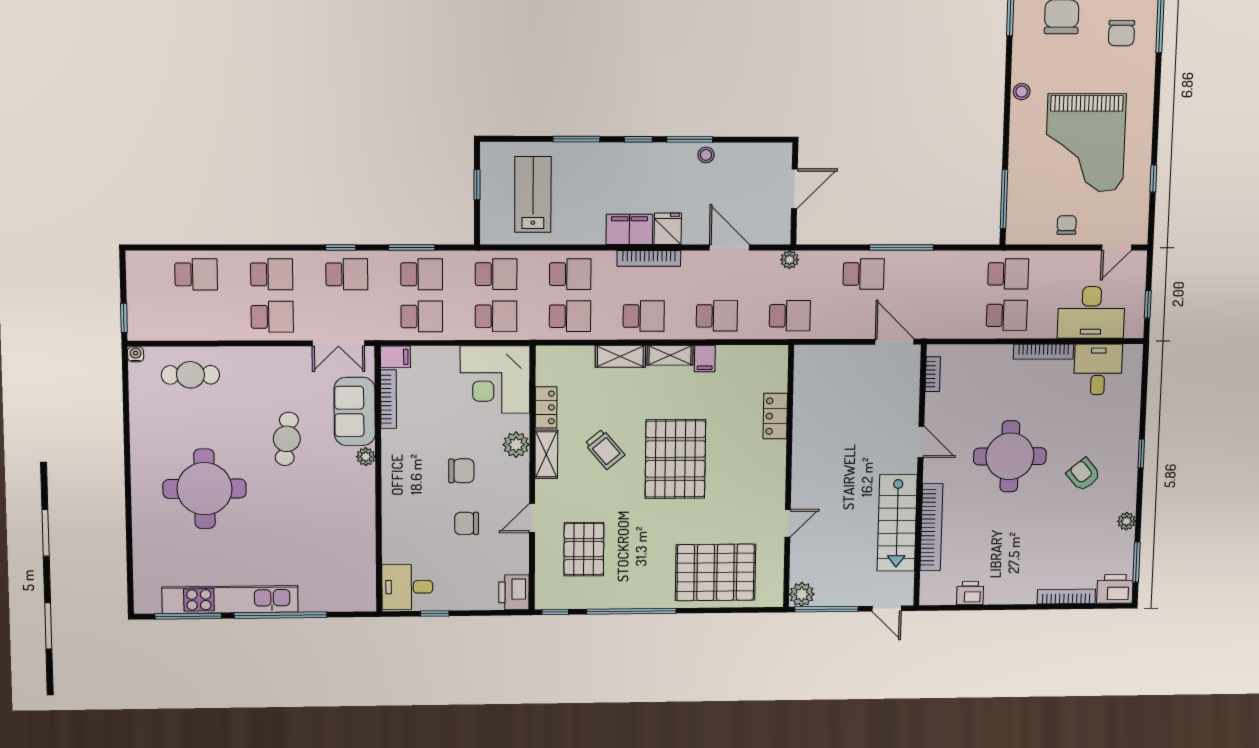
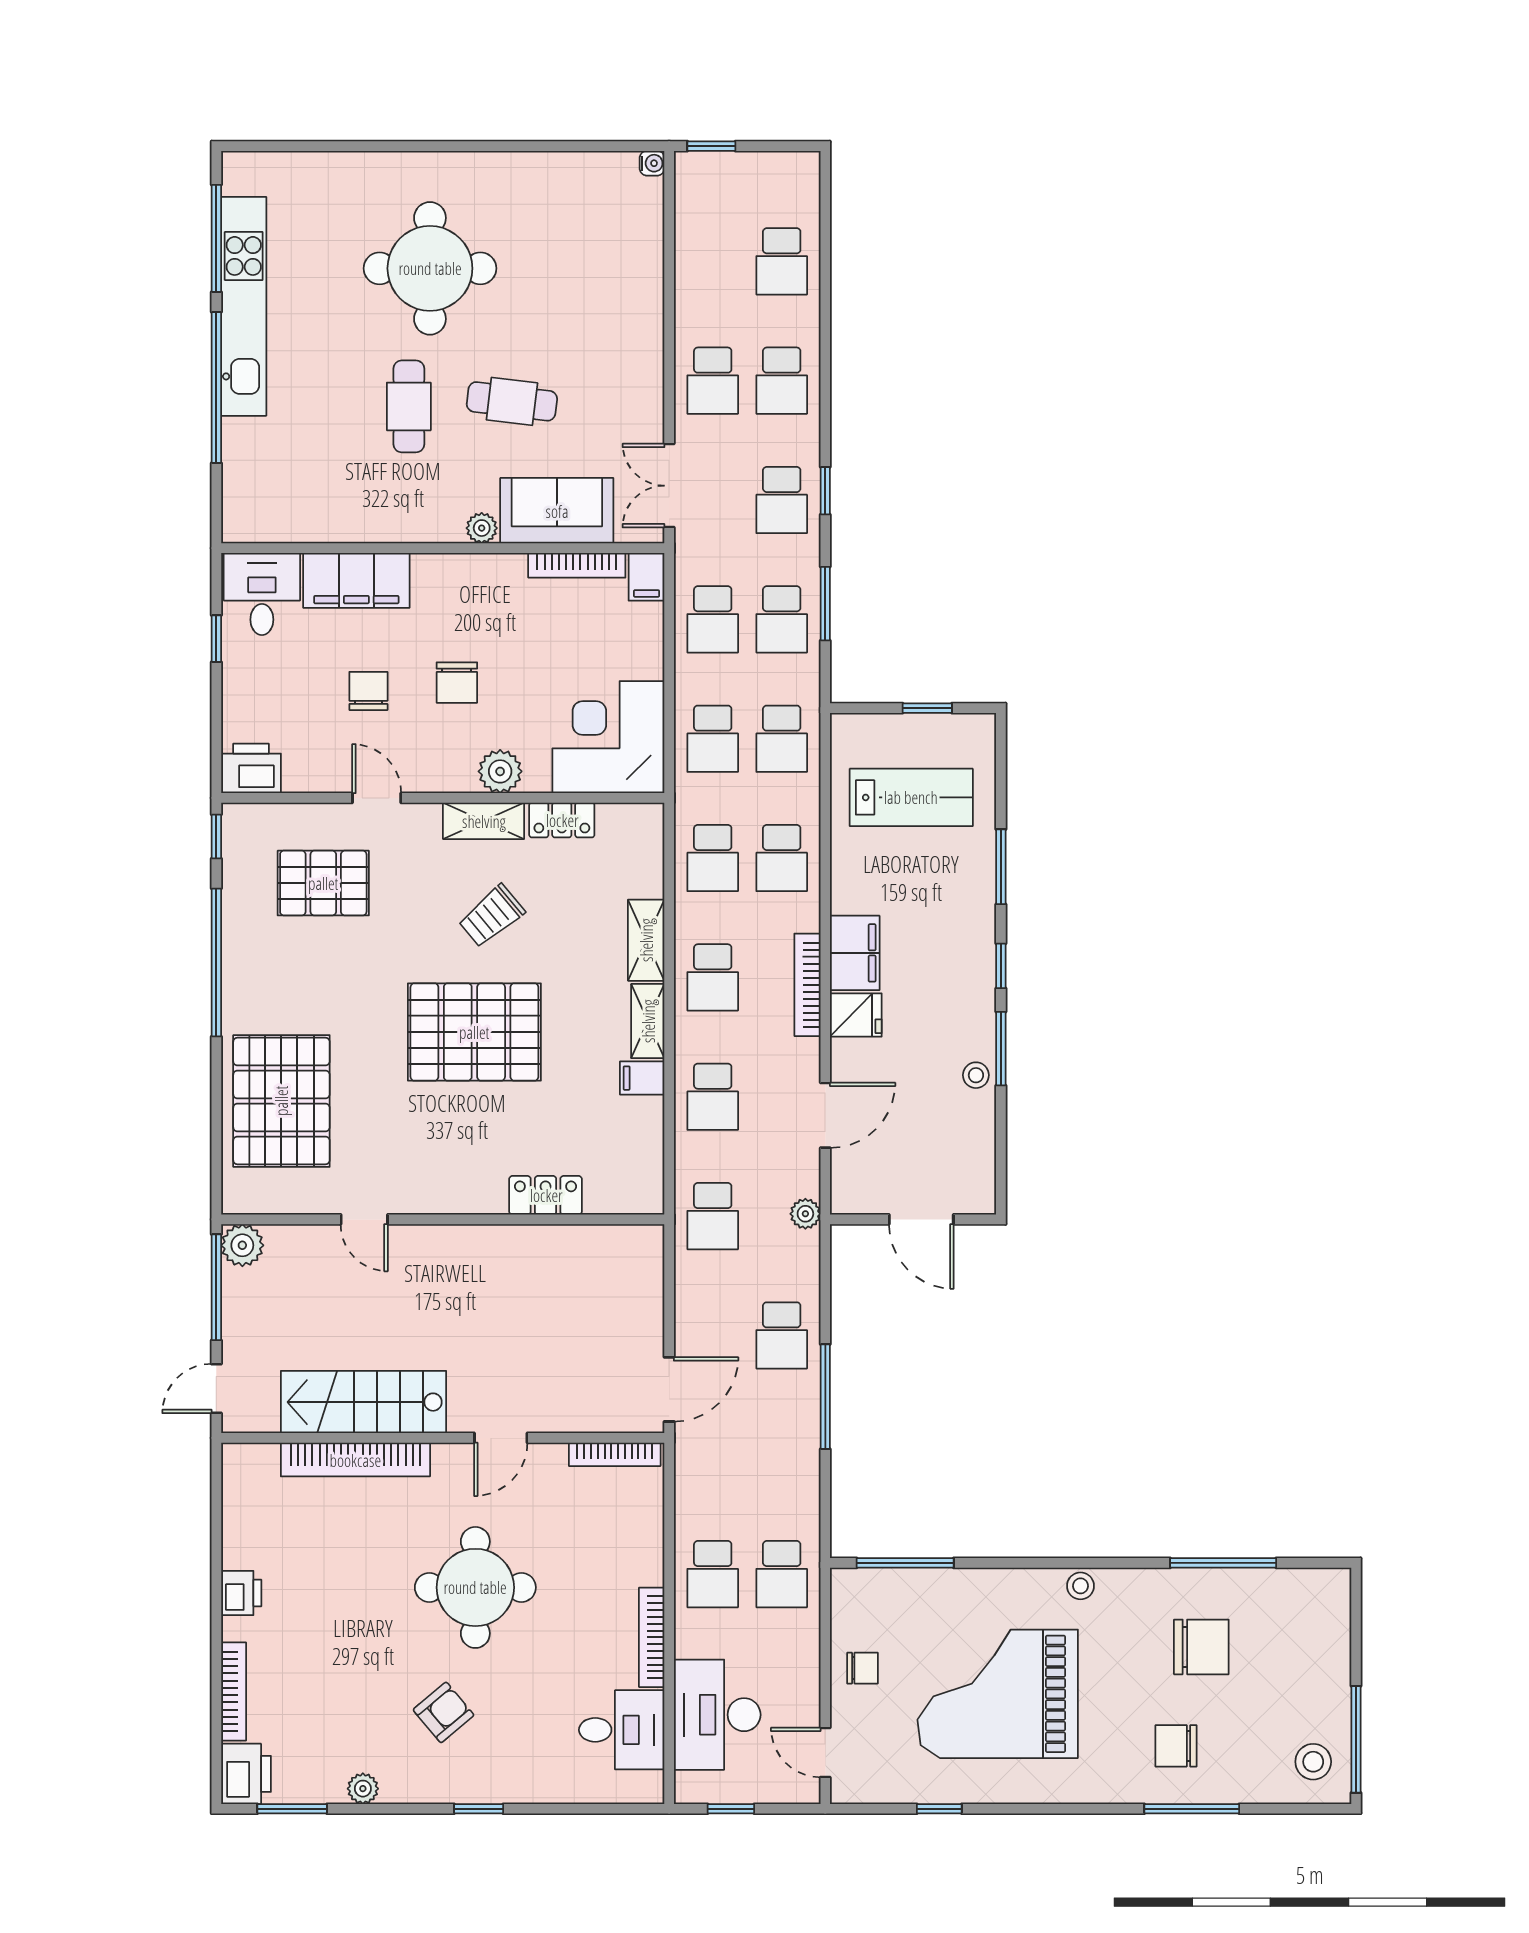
bookcase: (933, 374) -> (615, 1454), width x1.56
cafe table: (190, 375) -> (409, 406), moved
filing cabinet: (399, 531) -> (356, 580), added
printer: (970, 593) -> (241, 1593), moved

